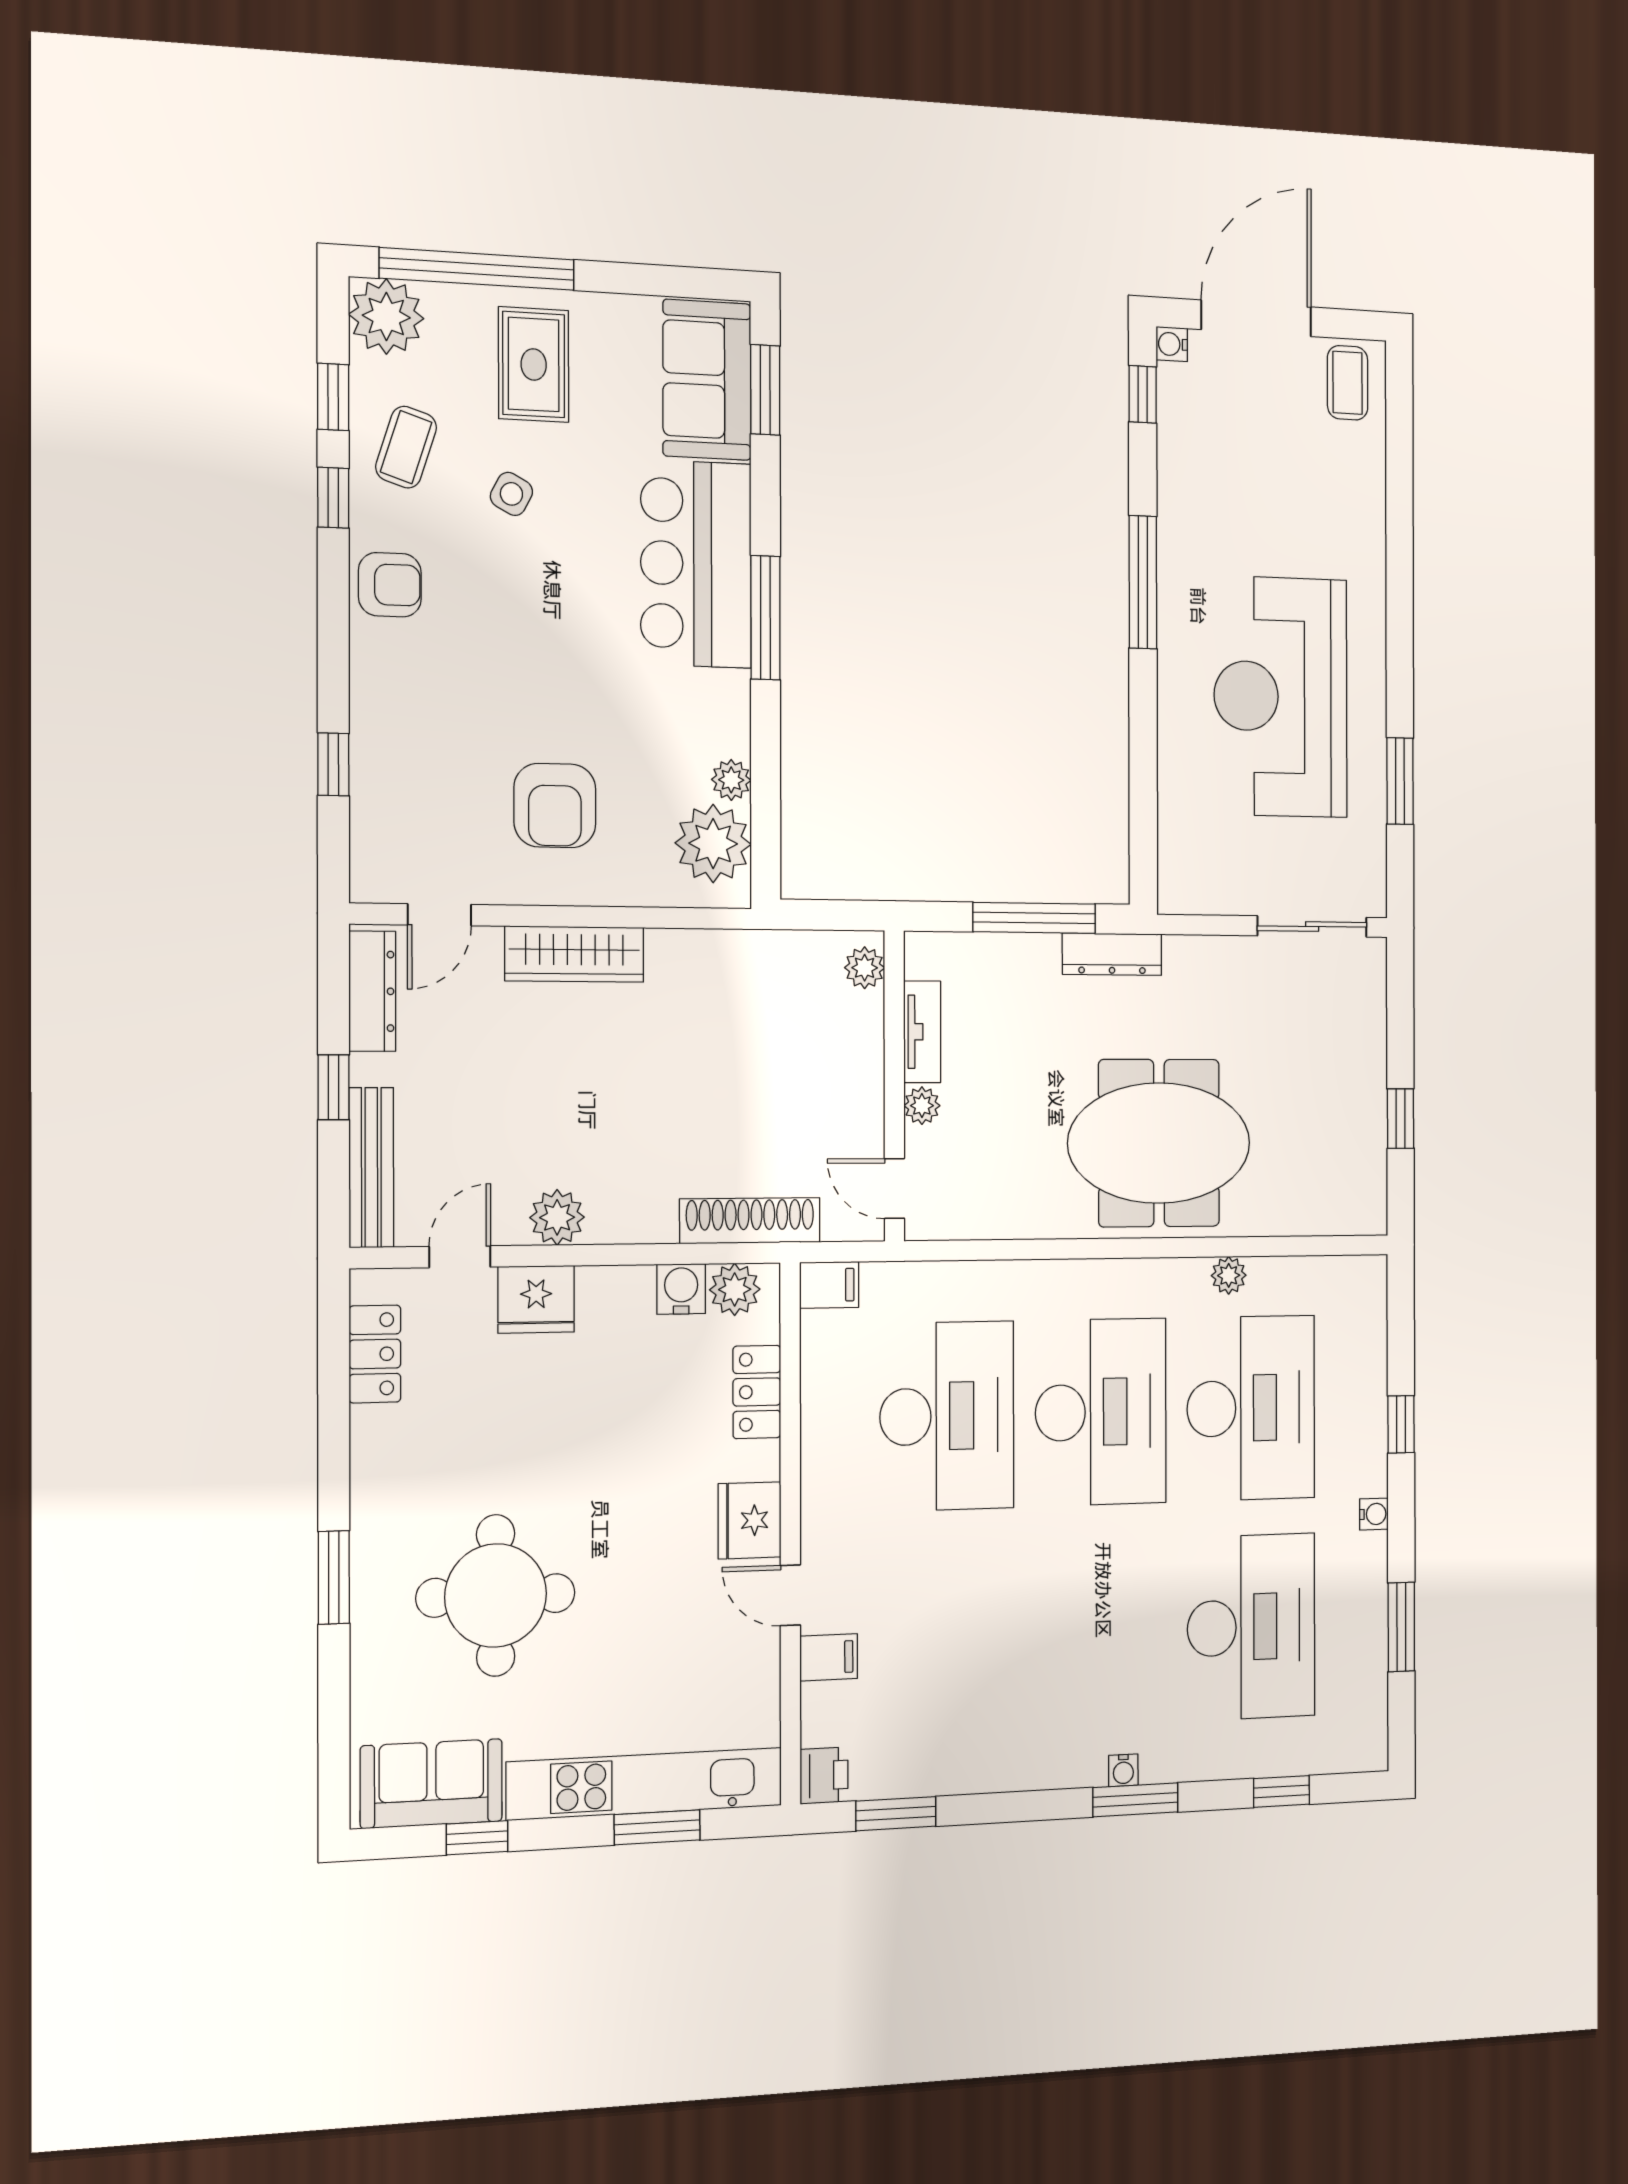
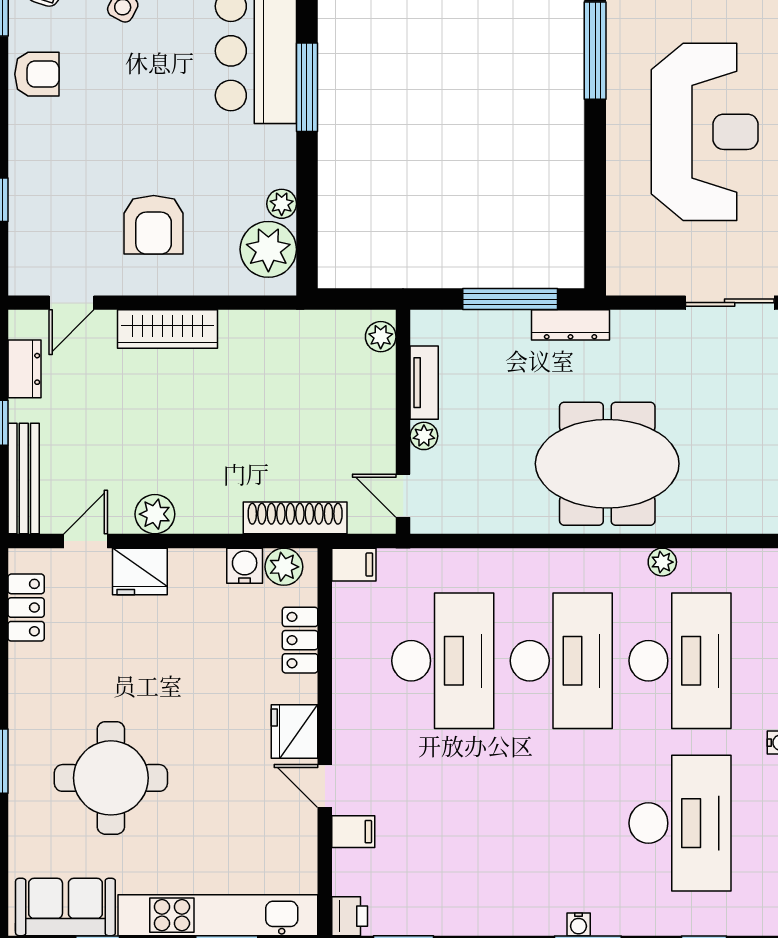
reception desk: (1281, 697) -> (705, 132), turned 180
dresser: (372, 991) -> (24, 369), width x0.70

